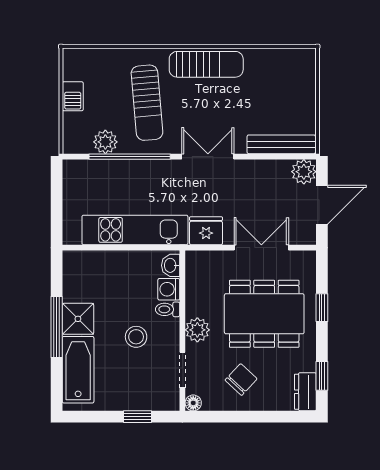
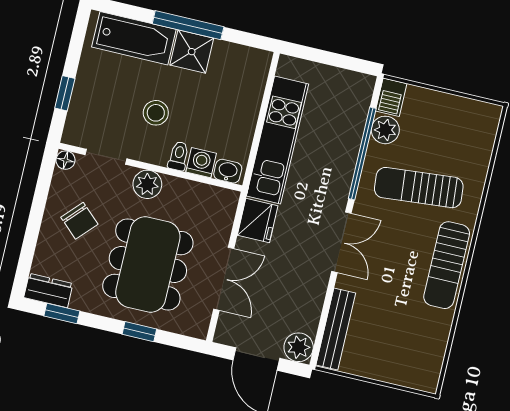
barbecue: (73, 96) -> (391, 97), moved, turned -90

